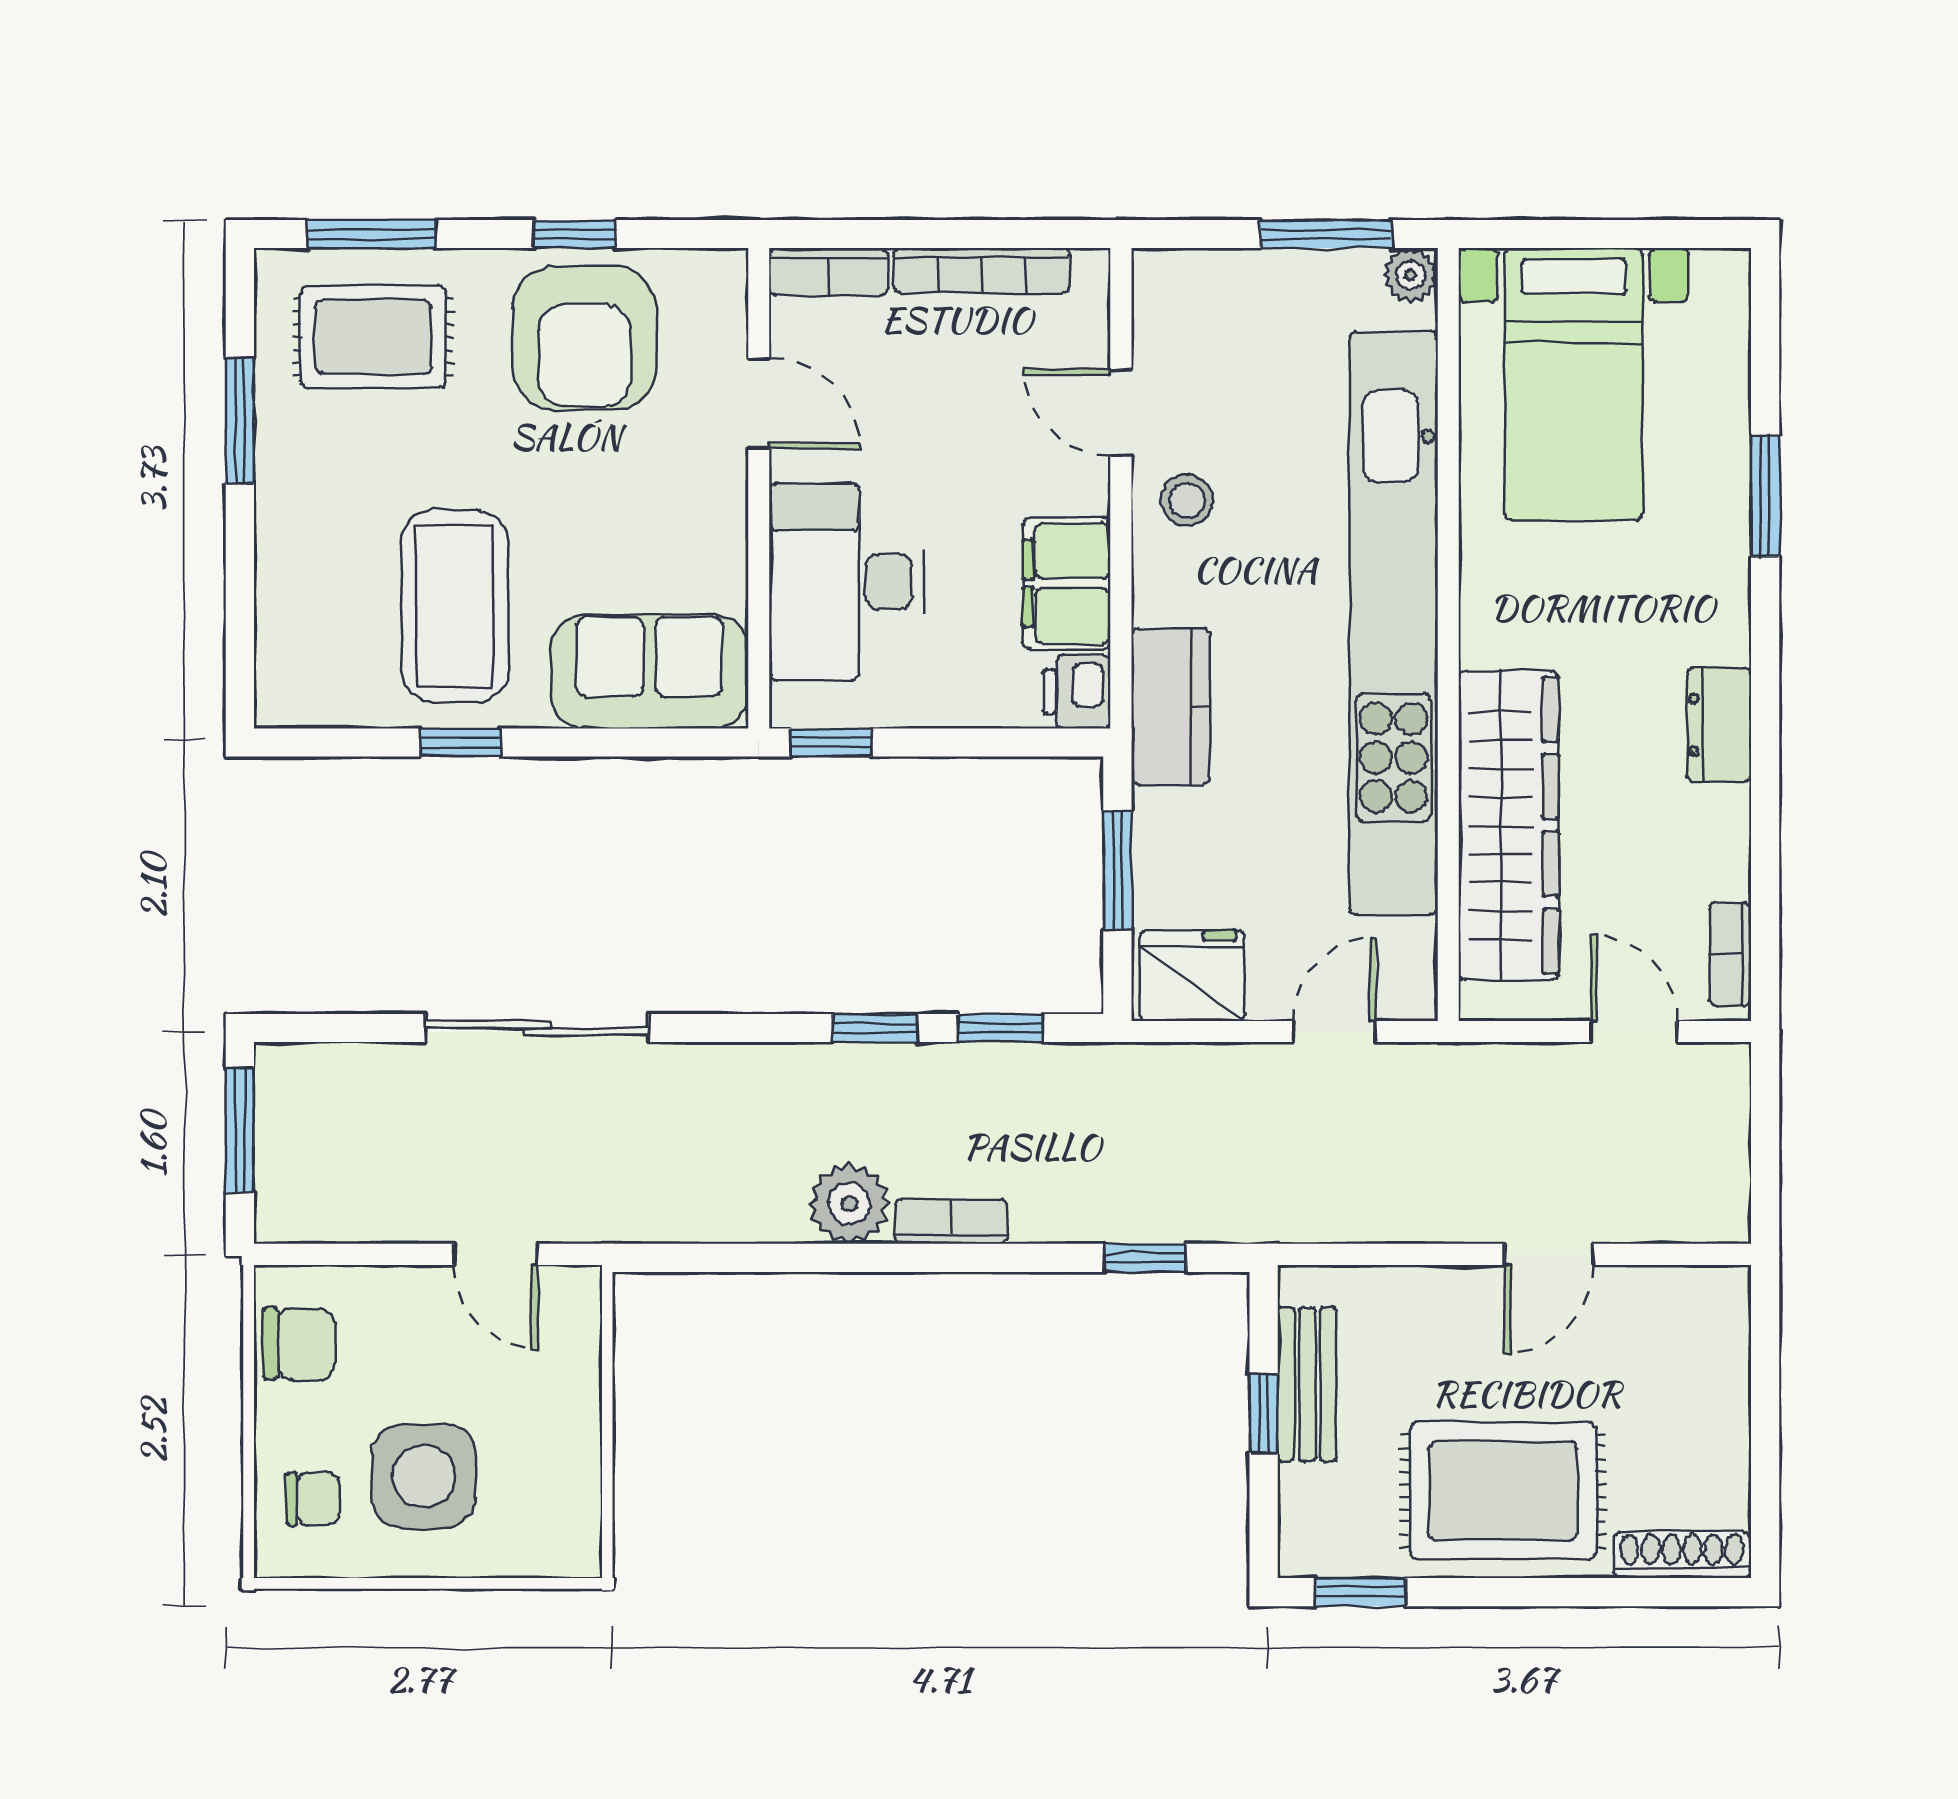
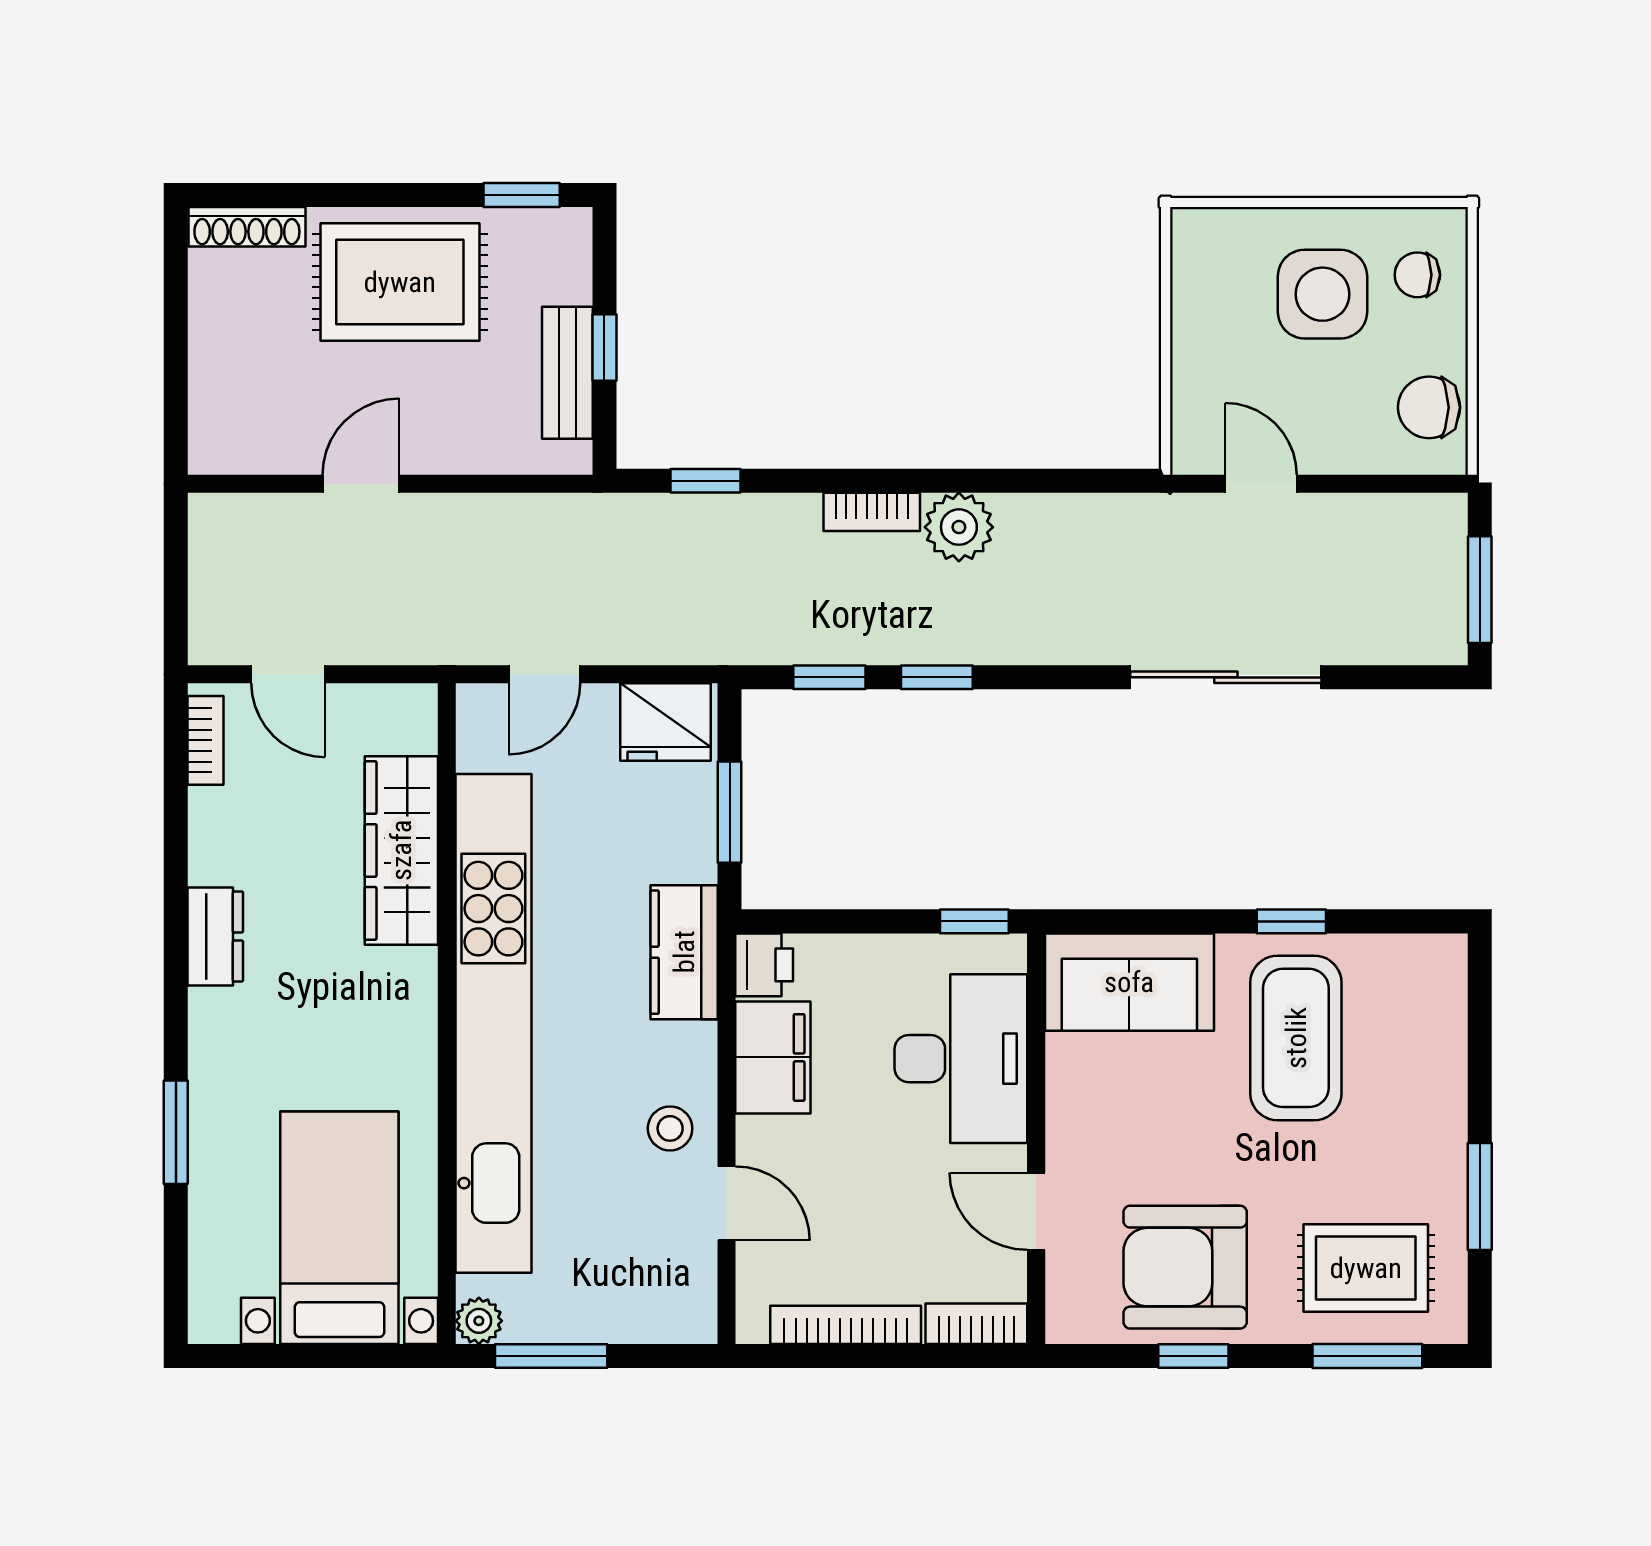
armchair: (584, 338) -> (1185, 1267), turned -90
wardrobe: (1509, 825) -> (401, 850), width x0.71, depth x0.85

